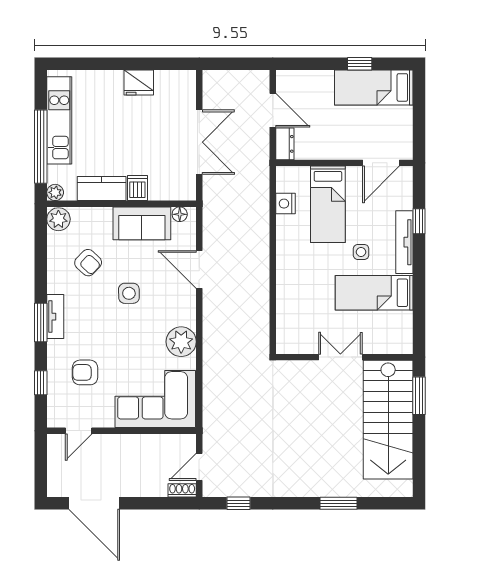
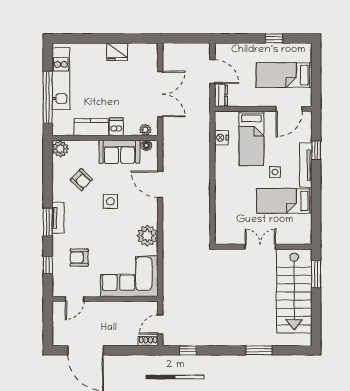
bed: (374, 87) -> (284, 75), moved
plant: (55, 192) -> (145, 130), moved

